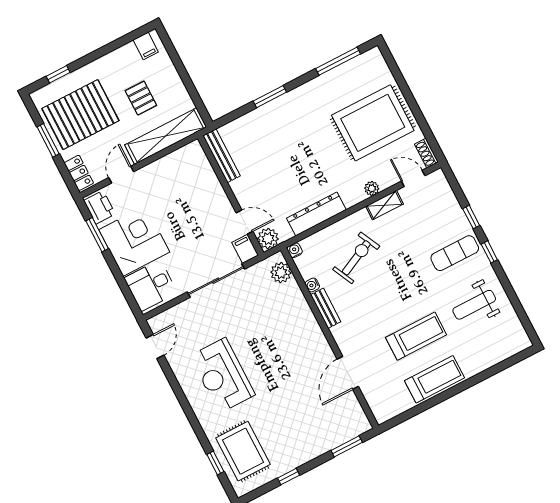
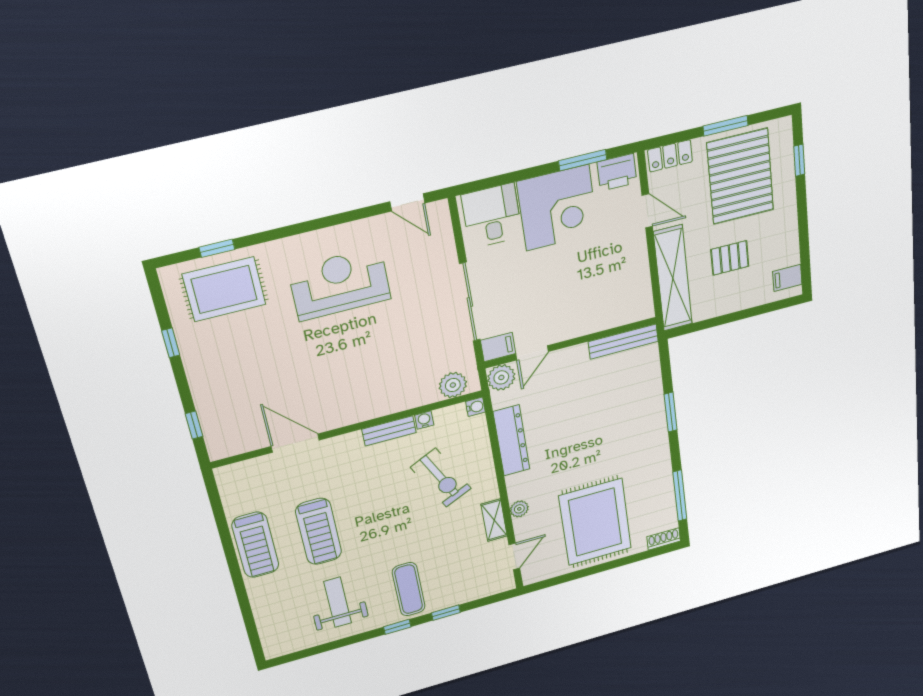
shoe rack: (426, 153) -> (664, 539), moved
window: (347, 446) -> (194, 425), width x0.67

